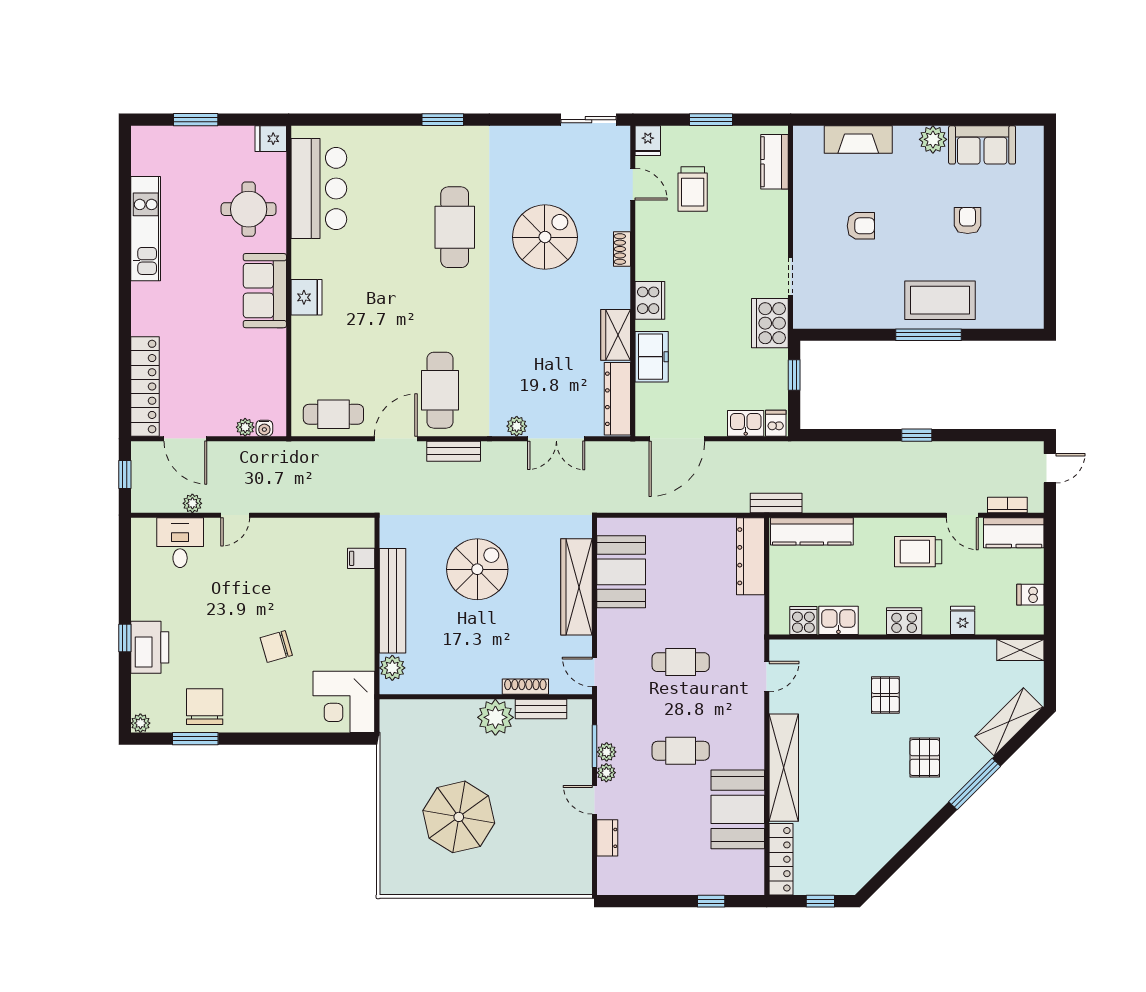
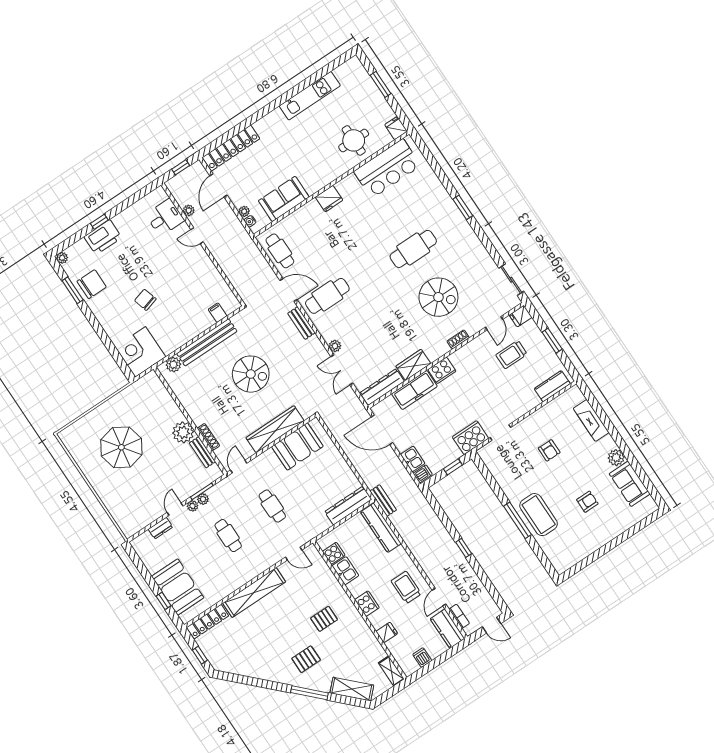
sofa: (265, 291) -> (284, 199), moved
freezer: (652, 357) -> (414, 390), width x1.40
booth: (738, 809) -> (178, 587), moved, turned 90

